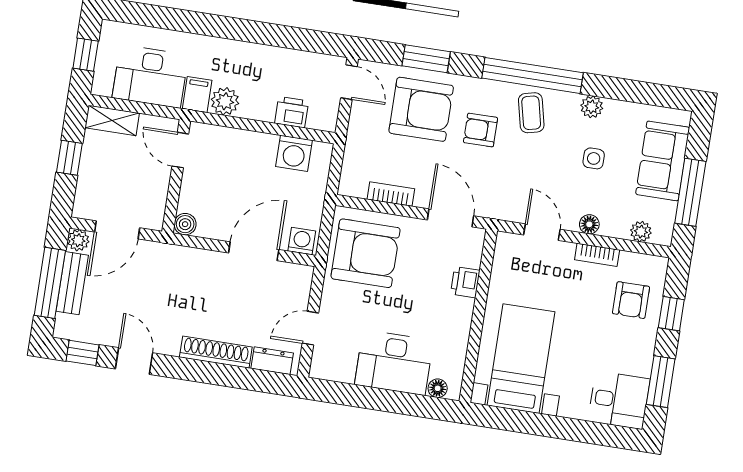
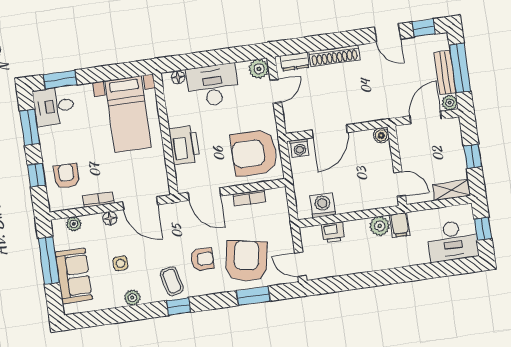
window: (532, 75) -> (179, 307), width x0.32
desk: (150, 76) -> (453, 241), moved, turned 180
armchair: (421, 109) -> (246, 261), turned 100
door: (542, 232) -> (140, 203), width x1.37
printer: (465, 282) -> (184, 145), width x1.87, depth x1.48
plant: (324, 366) -> (259, 69), added
window: (599, 434) -> (60, 80), added

